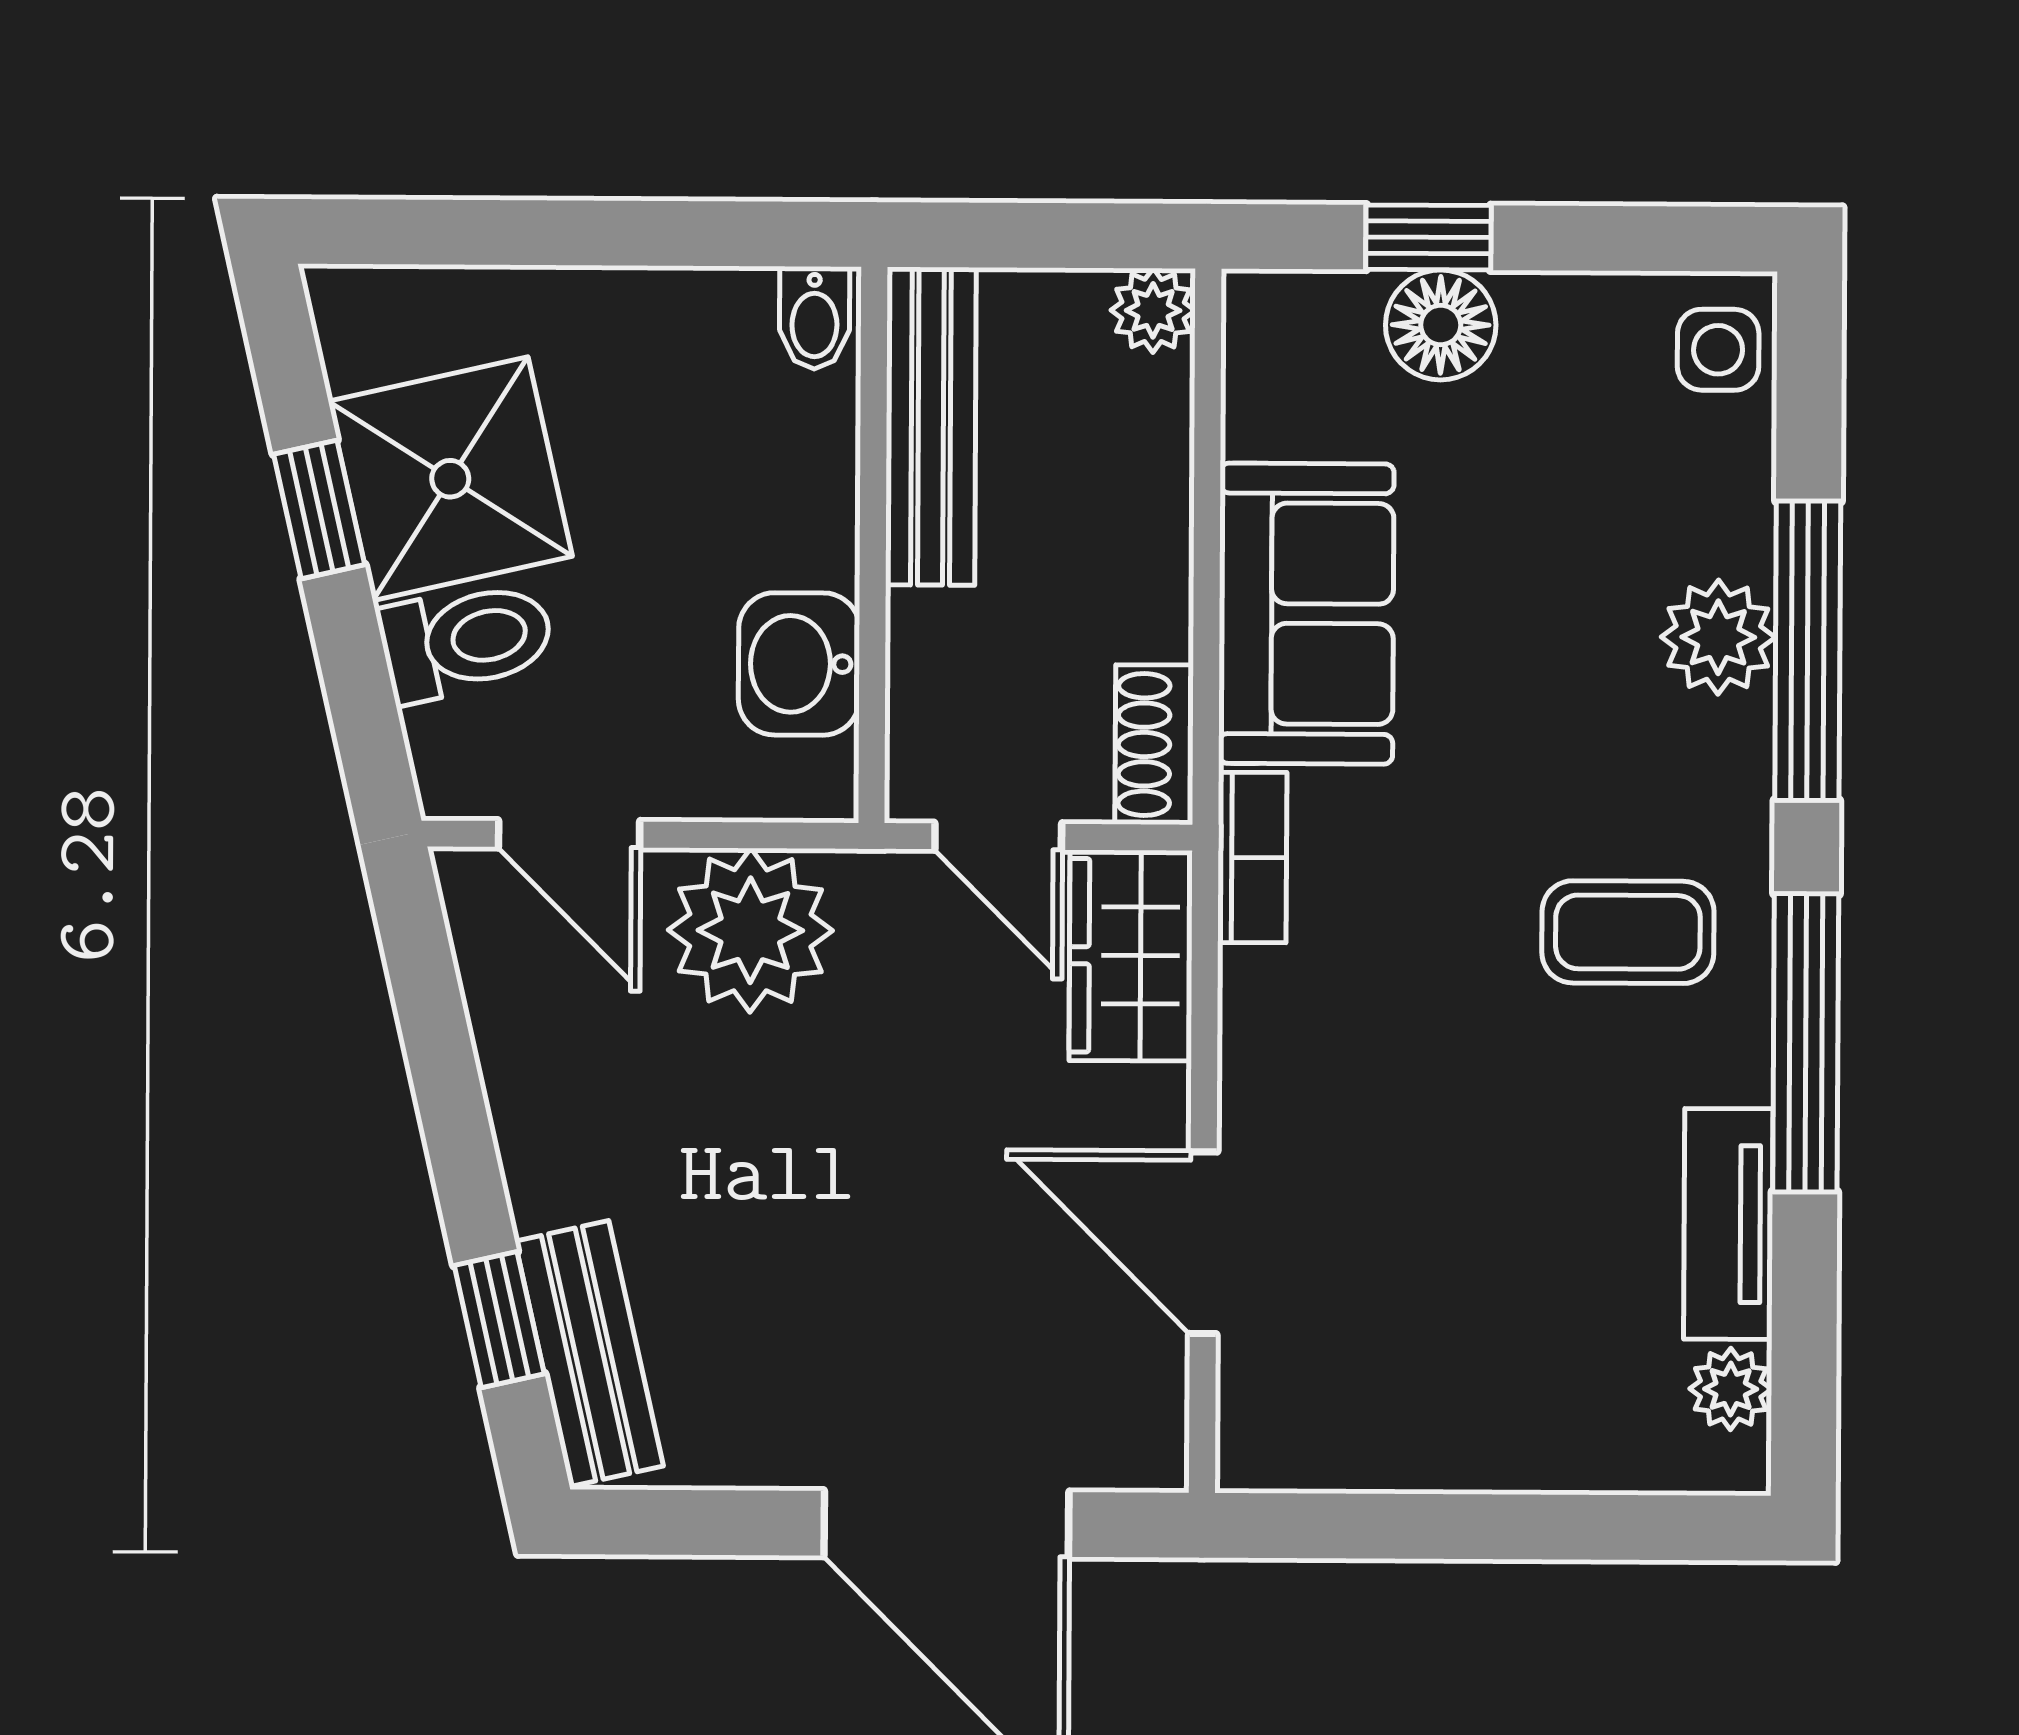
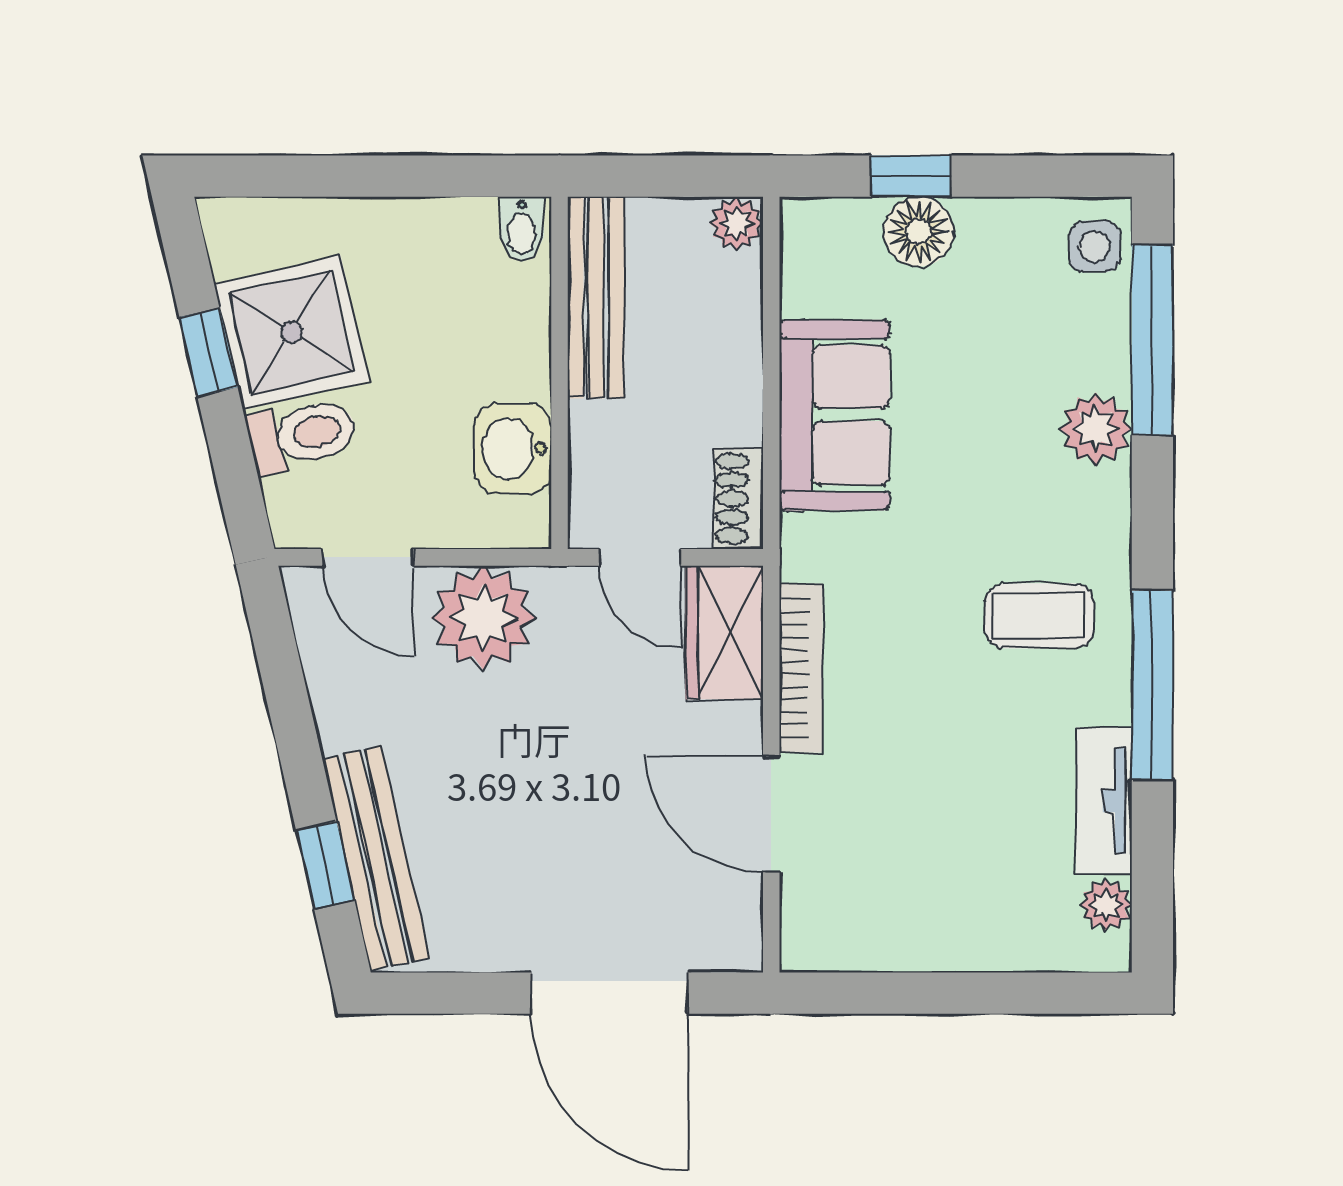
window: (1808, 651) -> (1152, 340), moved
bookcase: (1252, 857) -> (801, 668), moved, width x1.56
bench: (589, 1354) -> (376, 858), width x1.36

